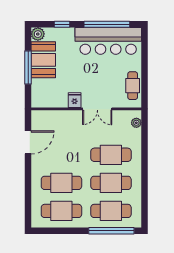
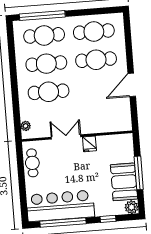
door: (28, 142) -> (132, 85), moved

